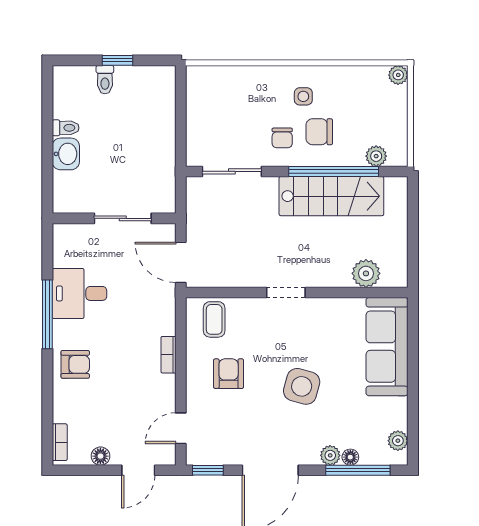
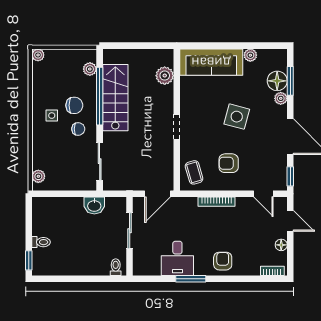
window: (118, 60) -> (29, 260), moved
plant: (208, 76) -> (38, 176), added
toilet: (66, 128) -> (116, 267), moved
chair: (319, 132) -> (74, 105), turned -90
washbasin: (66, 154) -> (94, 206), moved, turned 180
window: (47, 314) -> (191, 279), width x0.69
coffee table: (214, 319) -> (194, 172), turned 74
bookcase: (168, 355) -> (217, 202), width x1.56
plant: (398, 441) -> (250, 55), moved
floor lamp: (350, 457) -> (277, 81), width x1.89, depth x1.89
window: (358, 470) -> (290, 81), width x0.69

